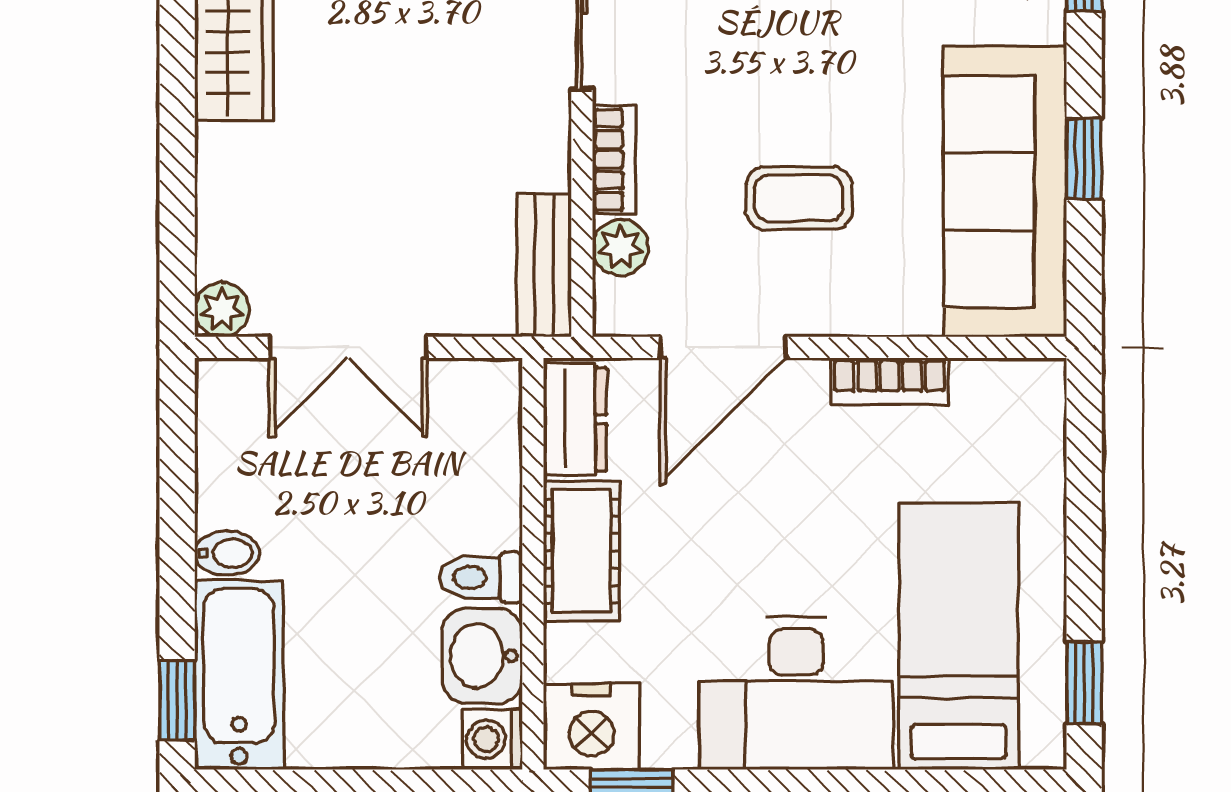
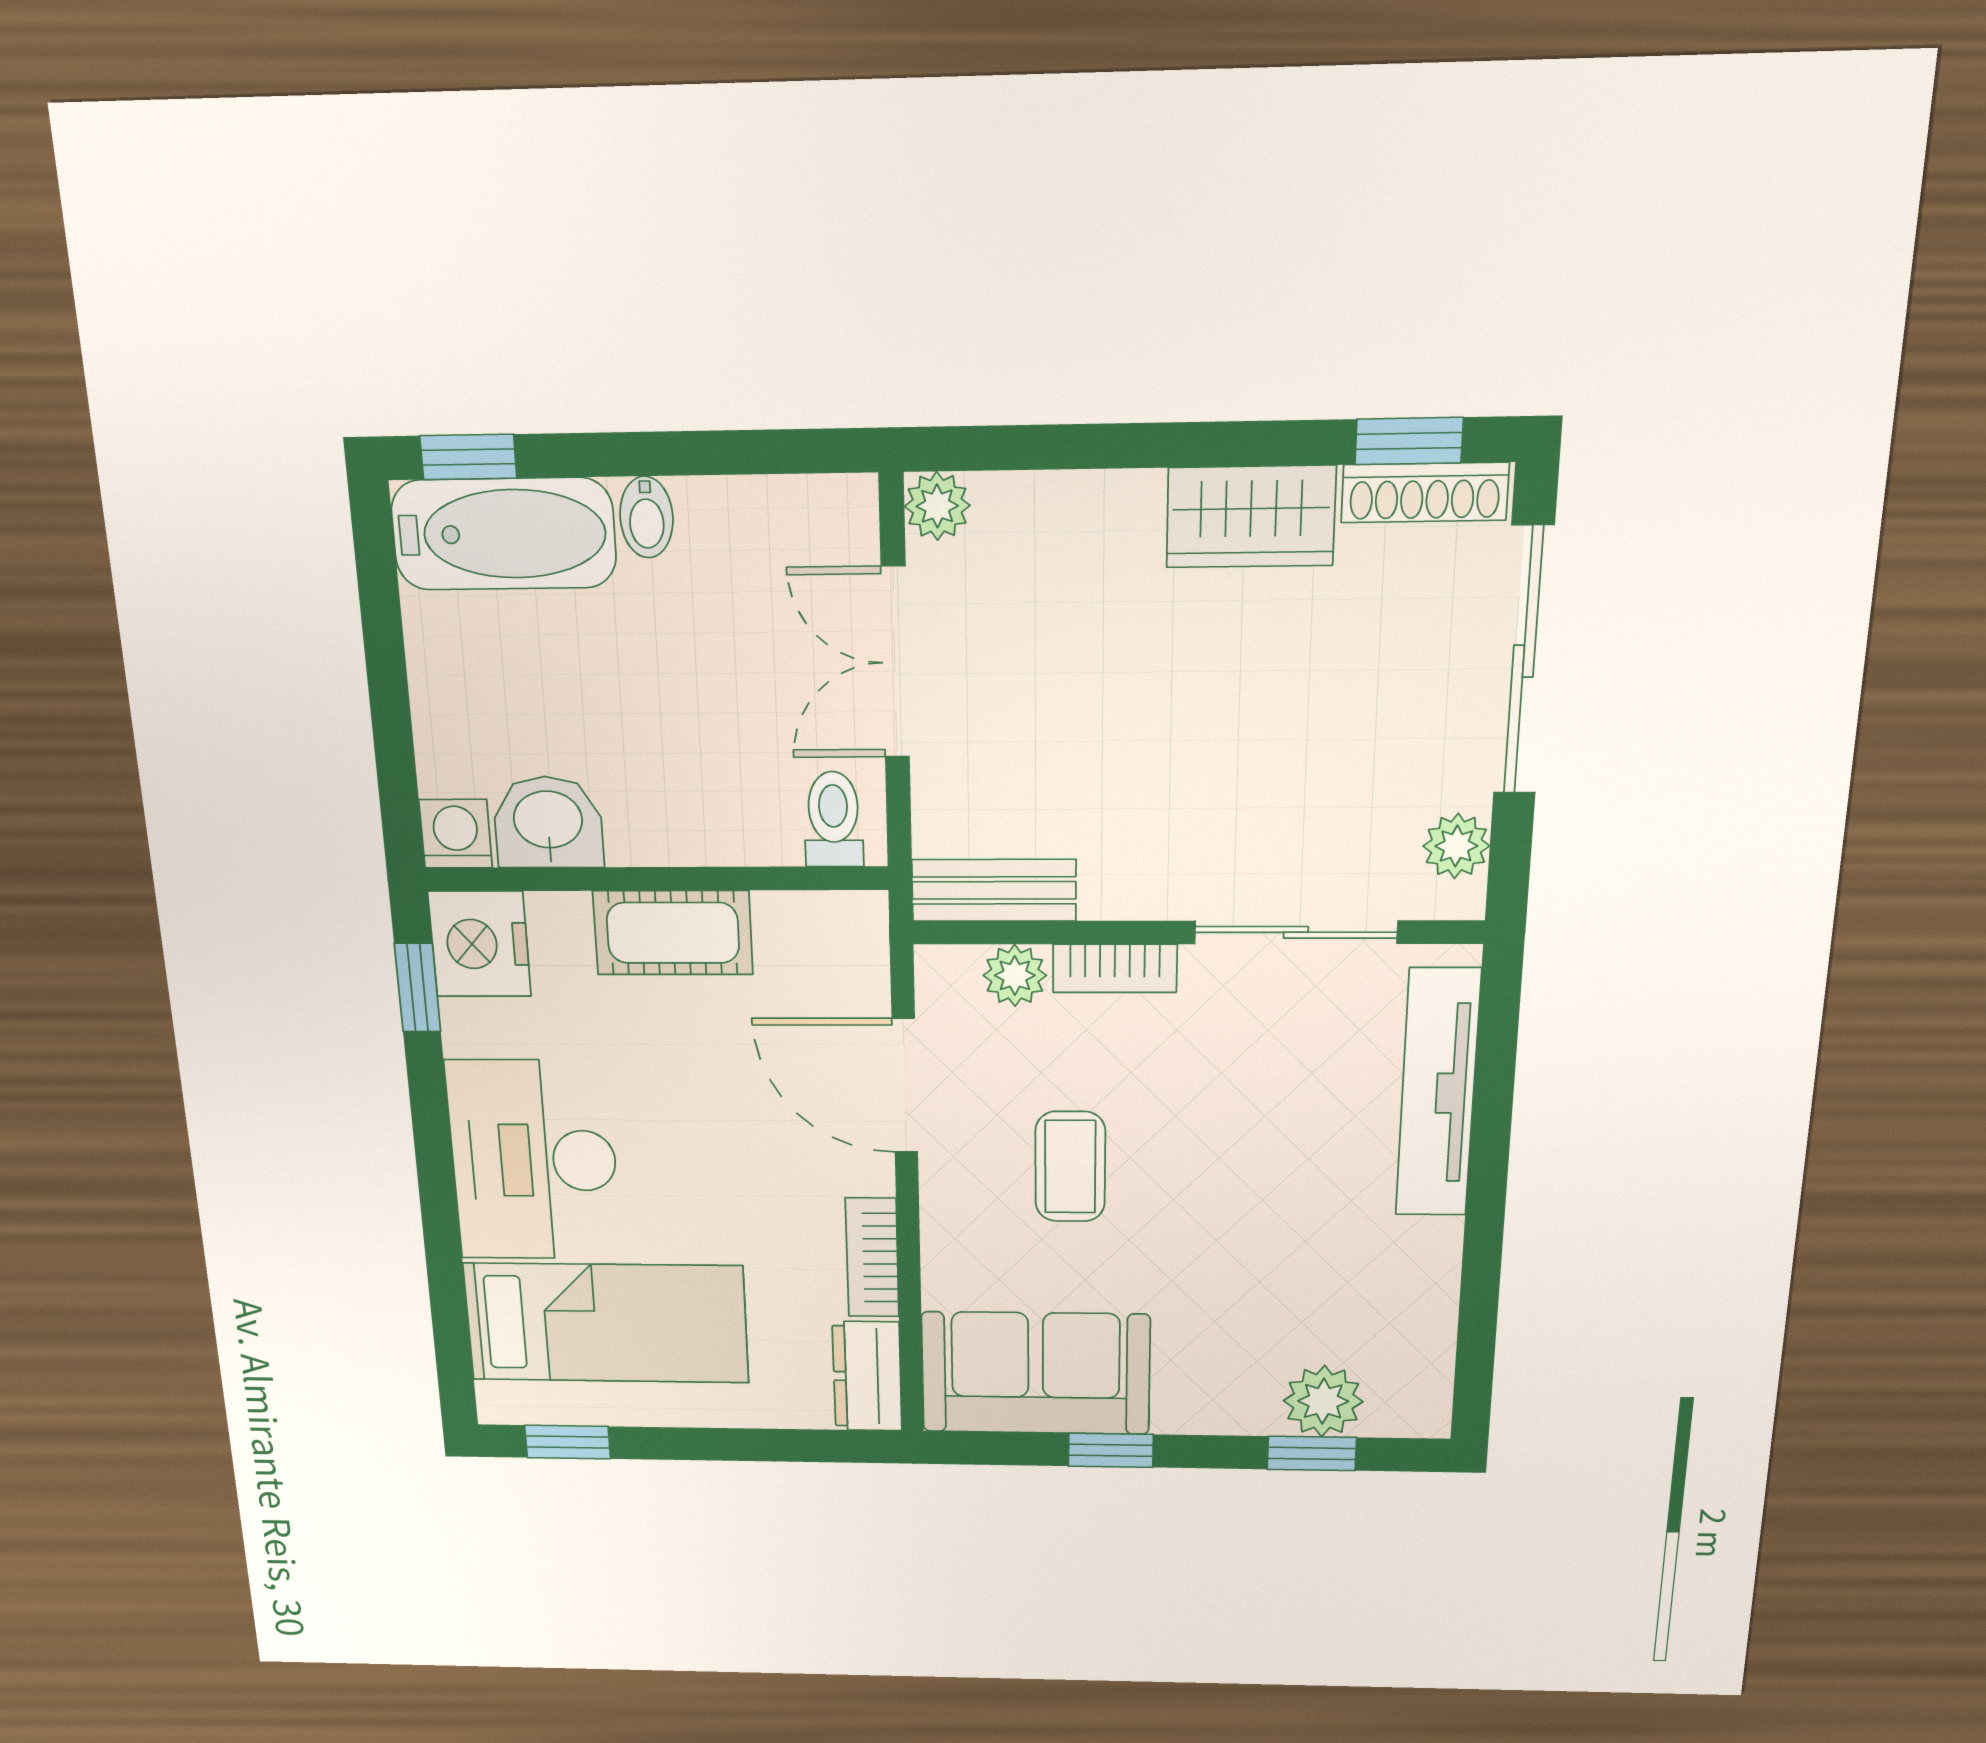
sofa: (1005, 192) -> (1036, 1373), width x0.73
dresser: (575, 419) -> (867, 1376), moved, turned 90
toilet: (481, 577) -> (833, 819), moved

